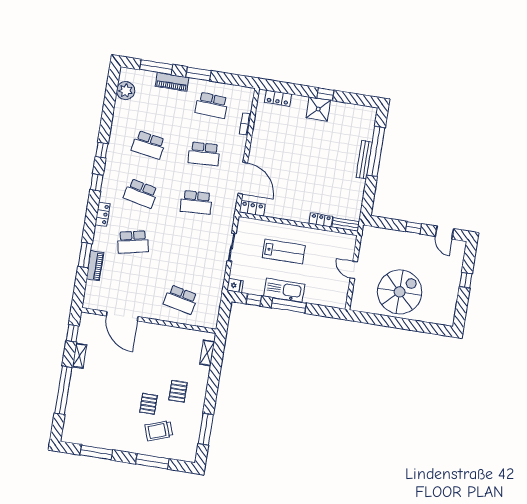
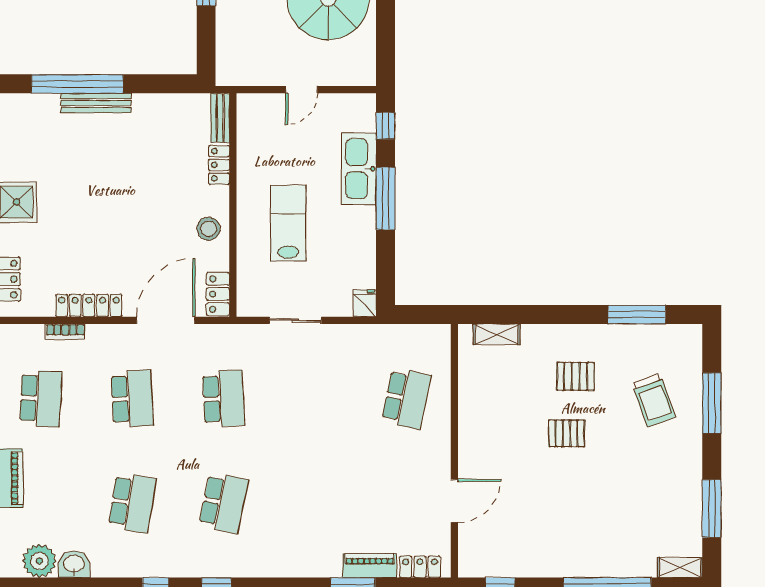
washbasin: (121, 109) -> (74, 564), added
locker: (257, 139) -> (89, 305), added
stool: (288, 209) -> (209, 229), added
locker: (103, 214) -> (420, 567), moved
school desk: (133, 242) -> (315, 503), removed
kitchen sink: (284, 290) -> (359, 169), moved
window: (254, 300) -> (386, 126), moved
door: (122, 316) -> (454, 501), width x0.73
shelving: (79, 356) -> (680, 568), moved
pallet: (148, 404) -> (567, 433), moved

